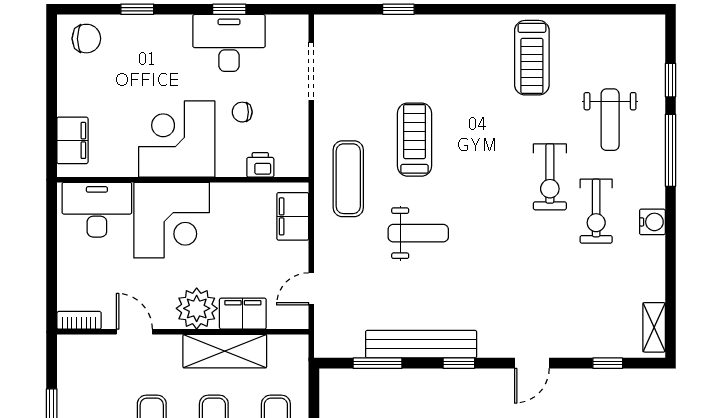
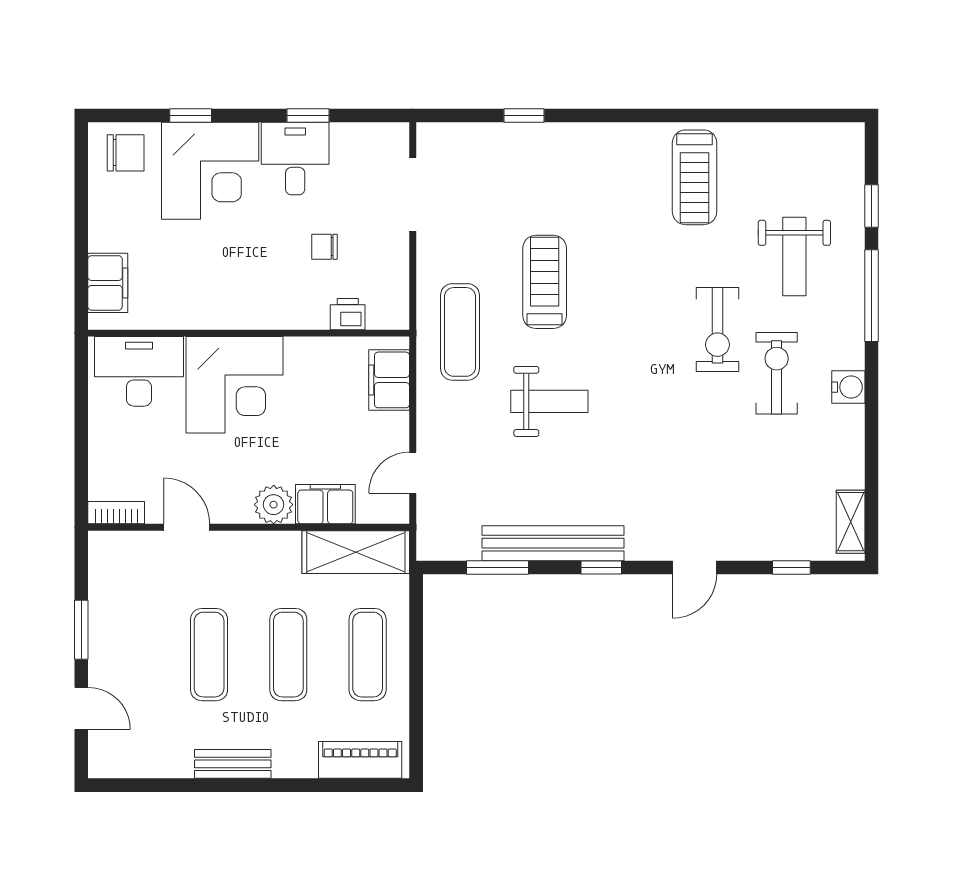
desk: (229, 43) -> (295, 159), width x0.73
corner desk: (177, 139) -> (210, 171), moved, turned 180
exercise bike: (596, 211) -> (777, 373), turned 180
plant: (197, 308) -> (274, 505), width x0.73, depth x0.73
shelving: (225, 351) -> (356, 552), moved

